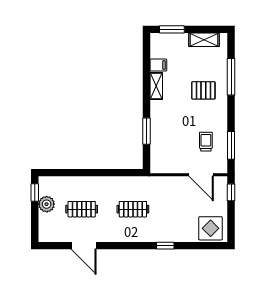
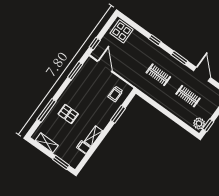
trolley: (206, 142) -> (115, 94), moved
plant: (47, 204) -> (199, 124), moved
window: (123, 246) -> (179, 58), added

